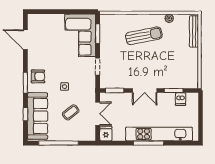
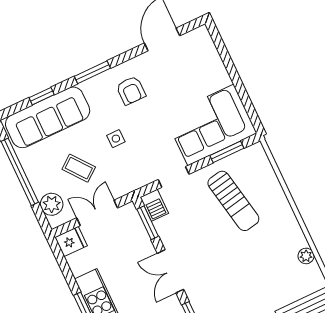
sun lounger: (144, 36) -> (233, 201), moved
armchair: (38, 76) -> (131, 90), moved
barbecue: (107, 83) -> (154, 205), added
double door: (98, 114) -> (97, 213), swing flipped
plant: (82, 135) -> (52, 204), added

